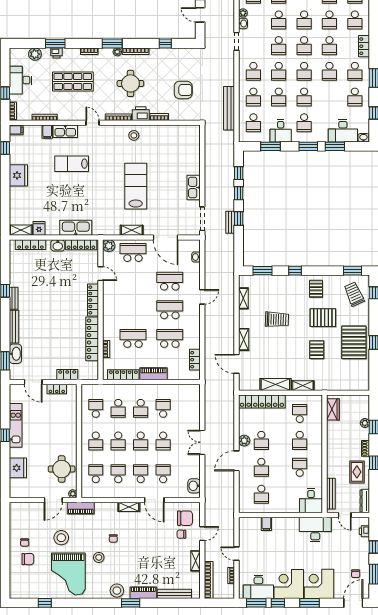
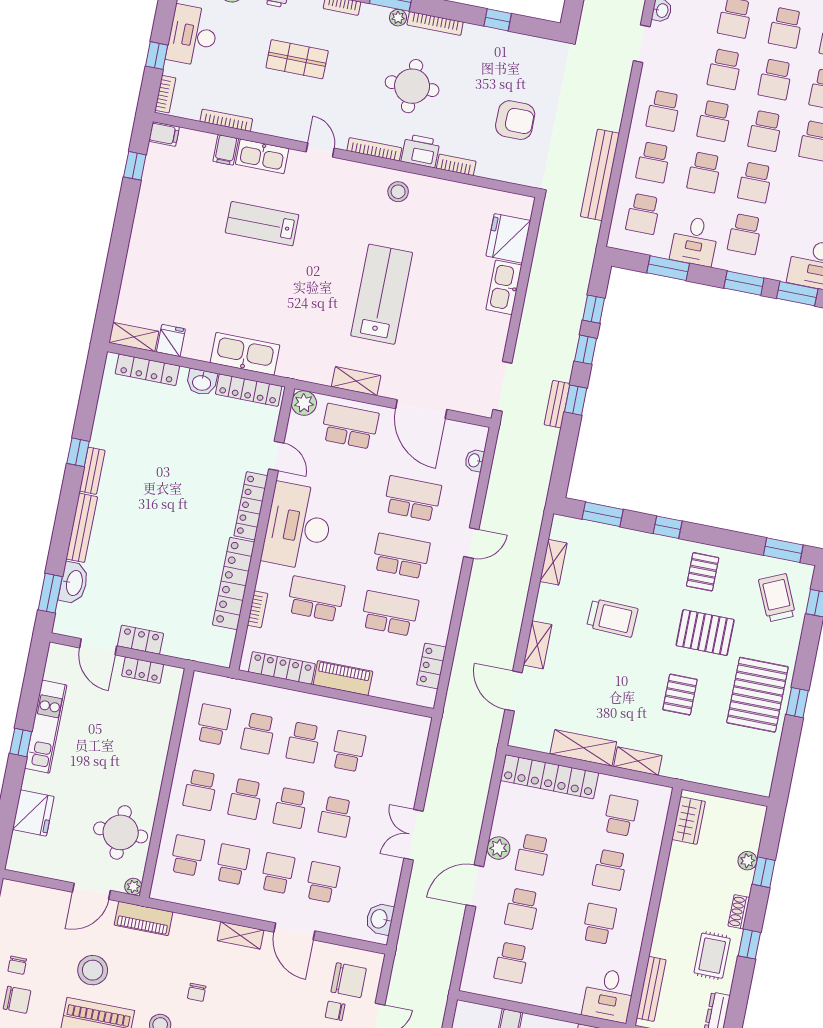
shop shelf: (73, 81) -> (297, 59), width x0.70, depth x0.74
fridge: (18, 175) -> (508, 238), moved, turned 180
kitchen sink: (194, 187) -> (504, 287), moved
desk: (118, 305) -> (298, 526), added
locker: (67, 375) -> (140, 640), moved

